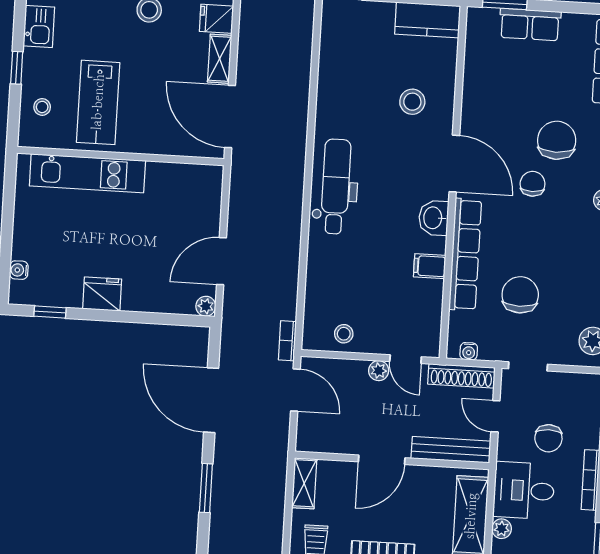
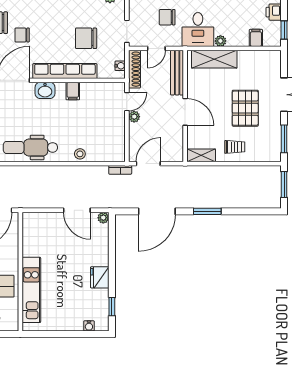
stool: (344, 334) -> (80, 154), moved
chair: (548, 438) -> (167, 17), turned 180

